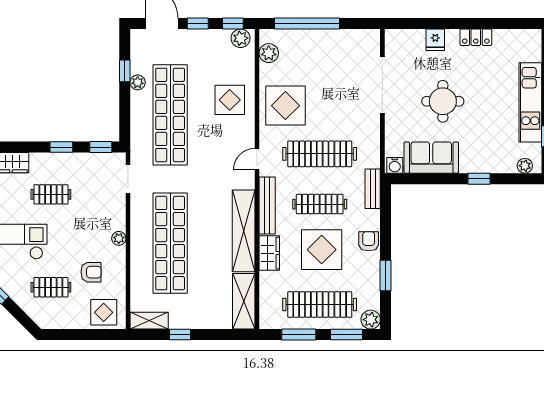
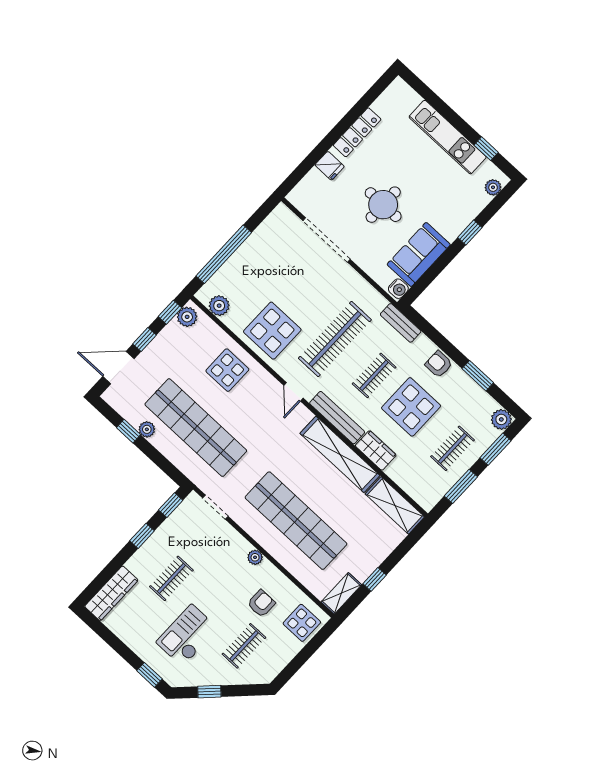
locker: (476, 37) -> (357, 132), width x1.53
clothes rail: (320, 204) -> (374, 375), width x0.73
clothes rail: (320, 304) -> (453, 448), width x0.54, depth x0.76

